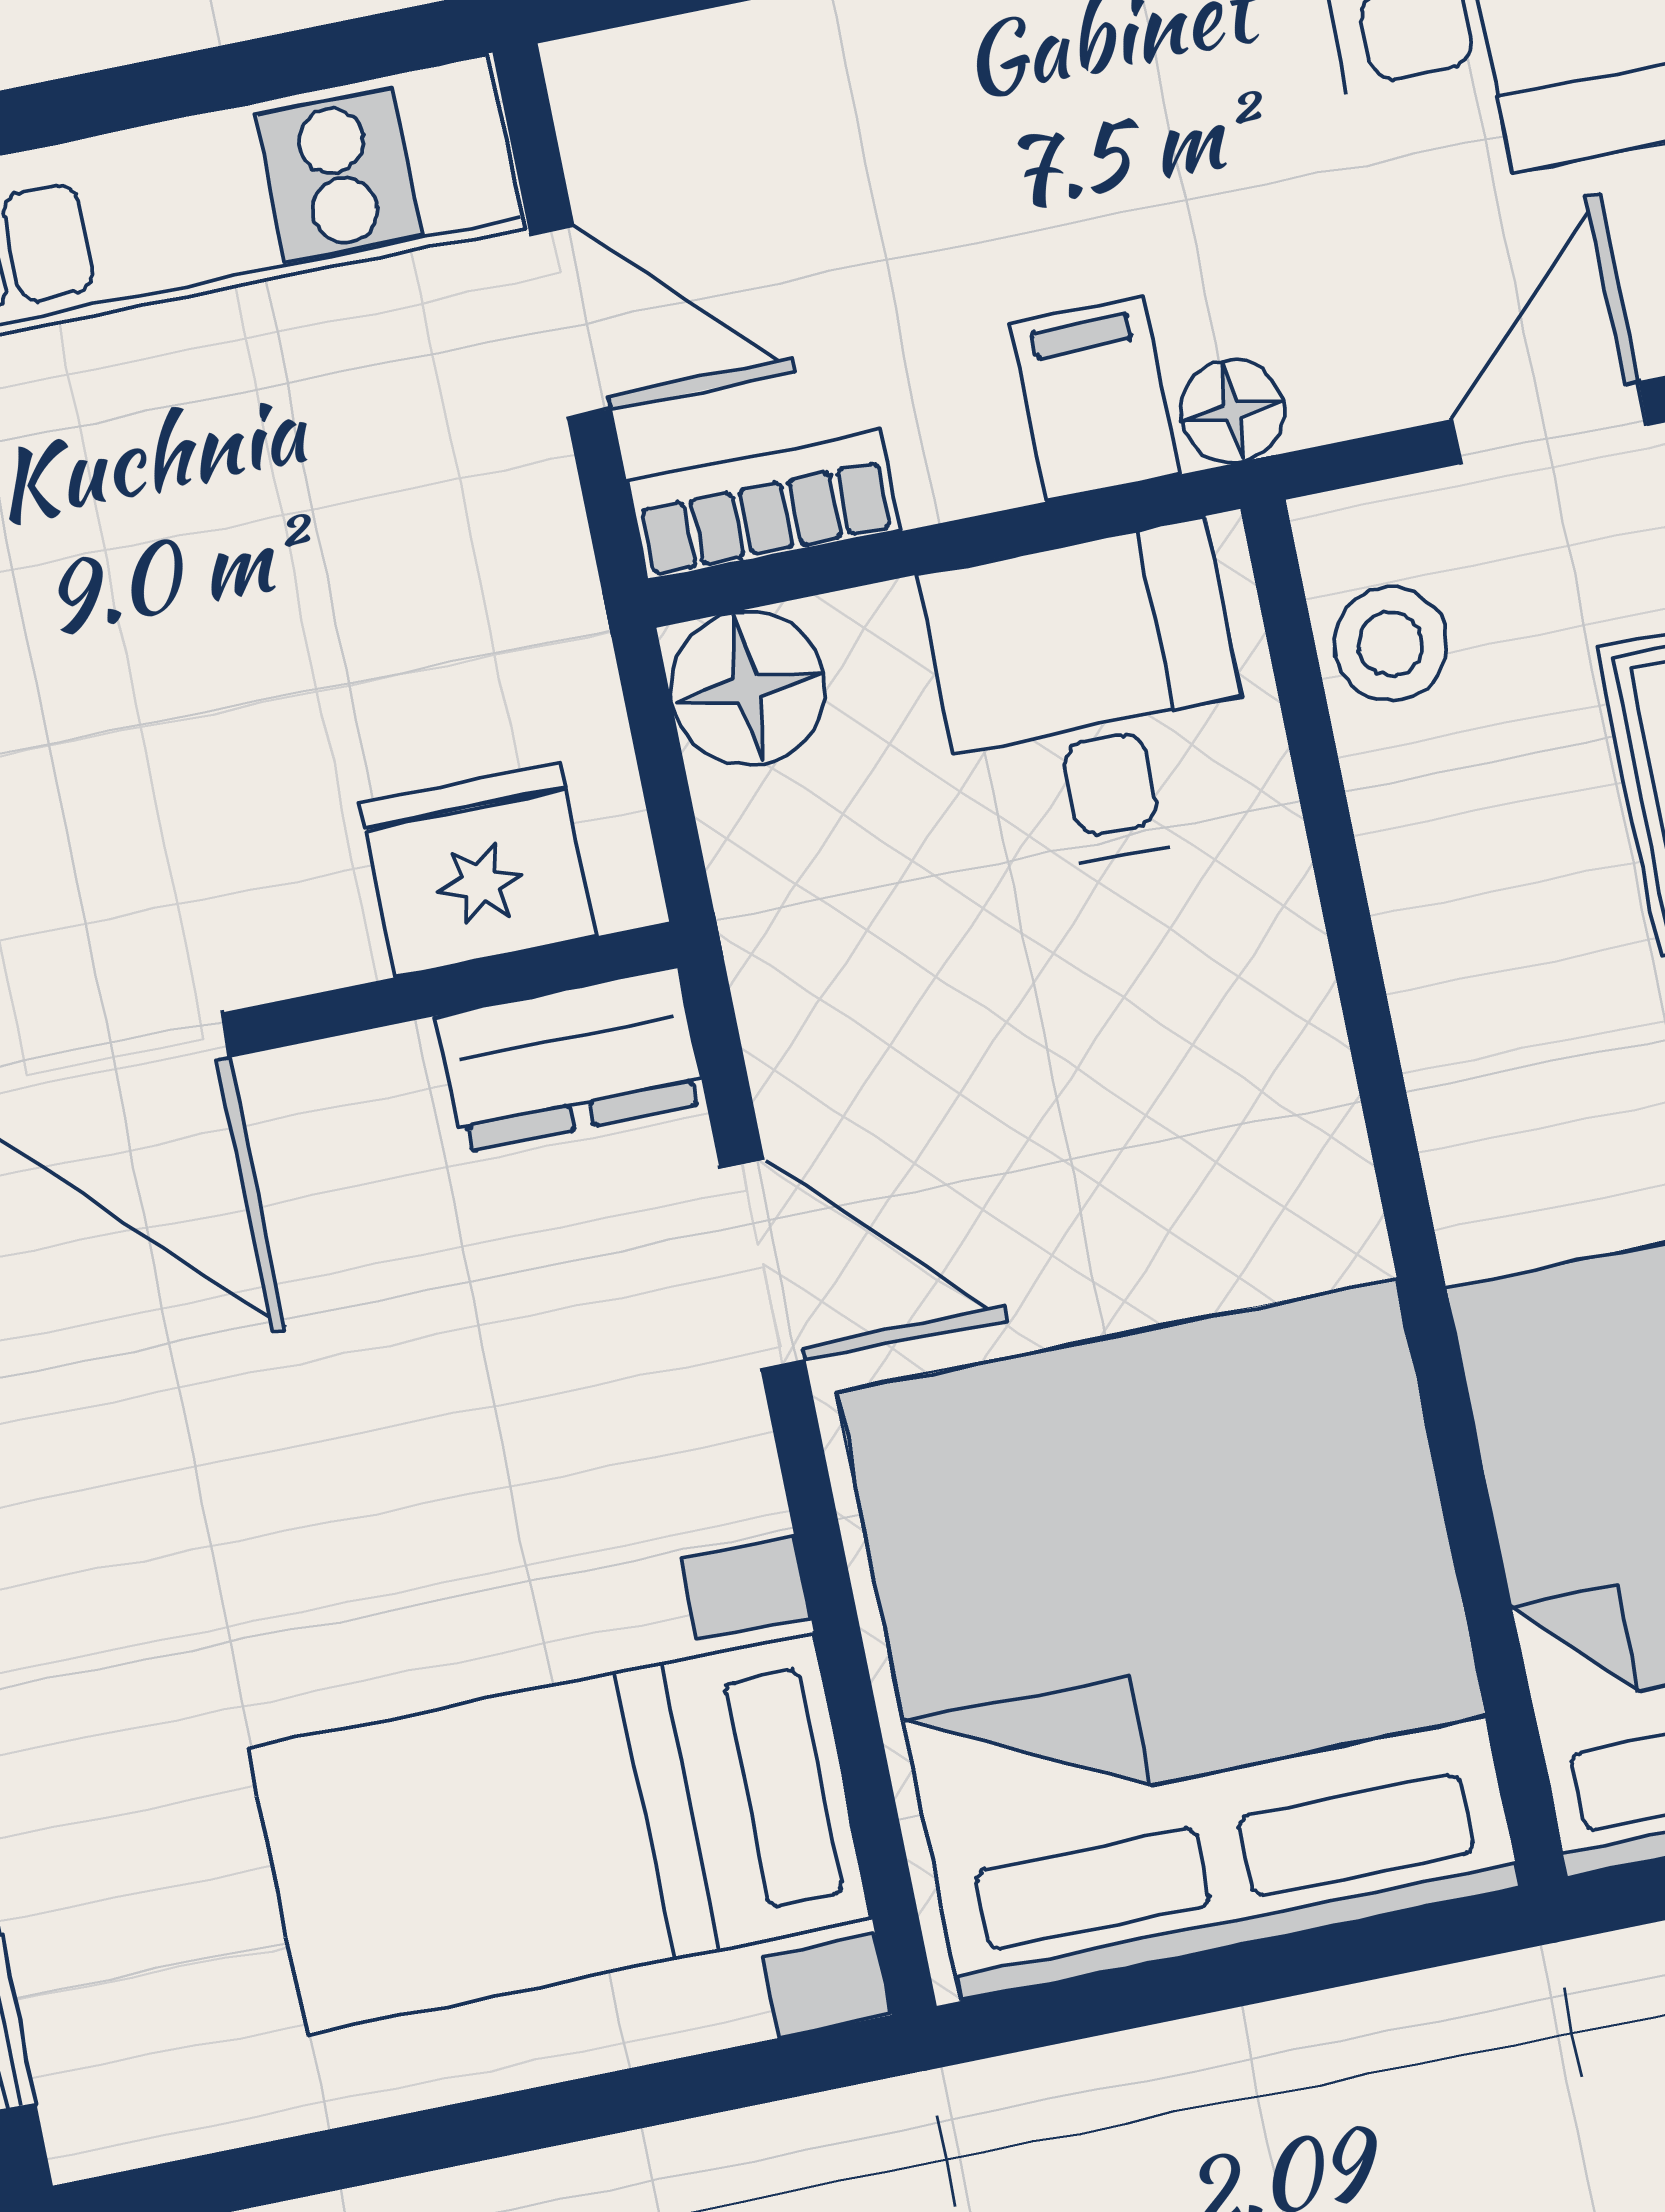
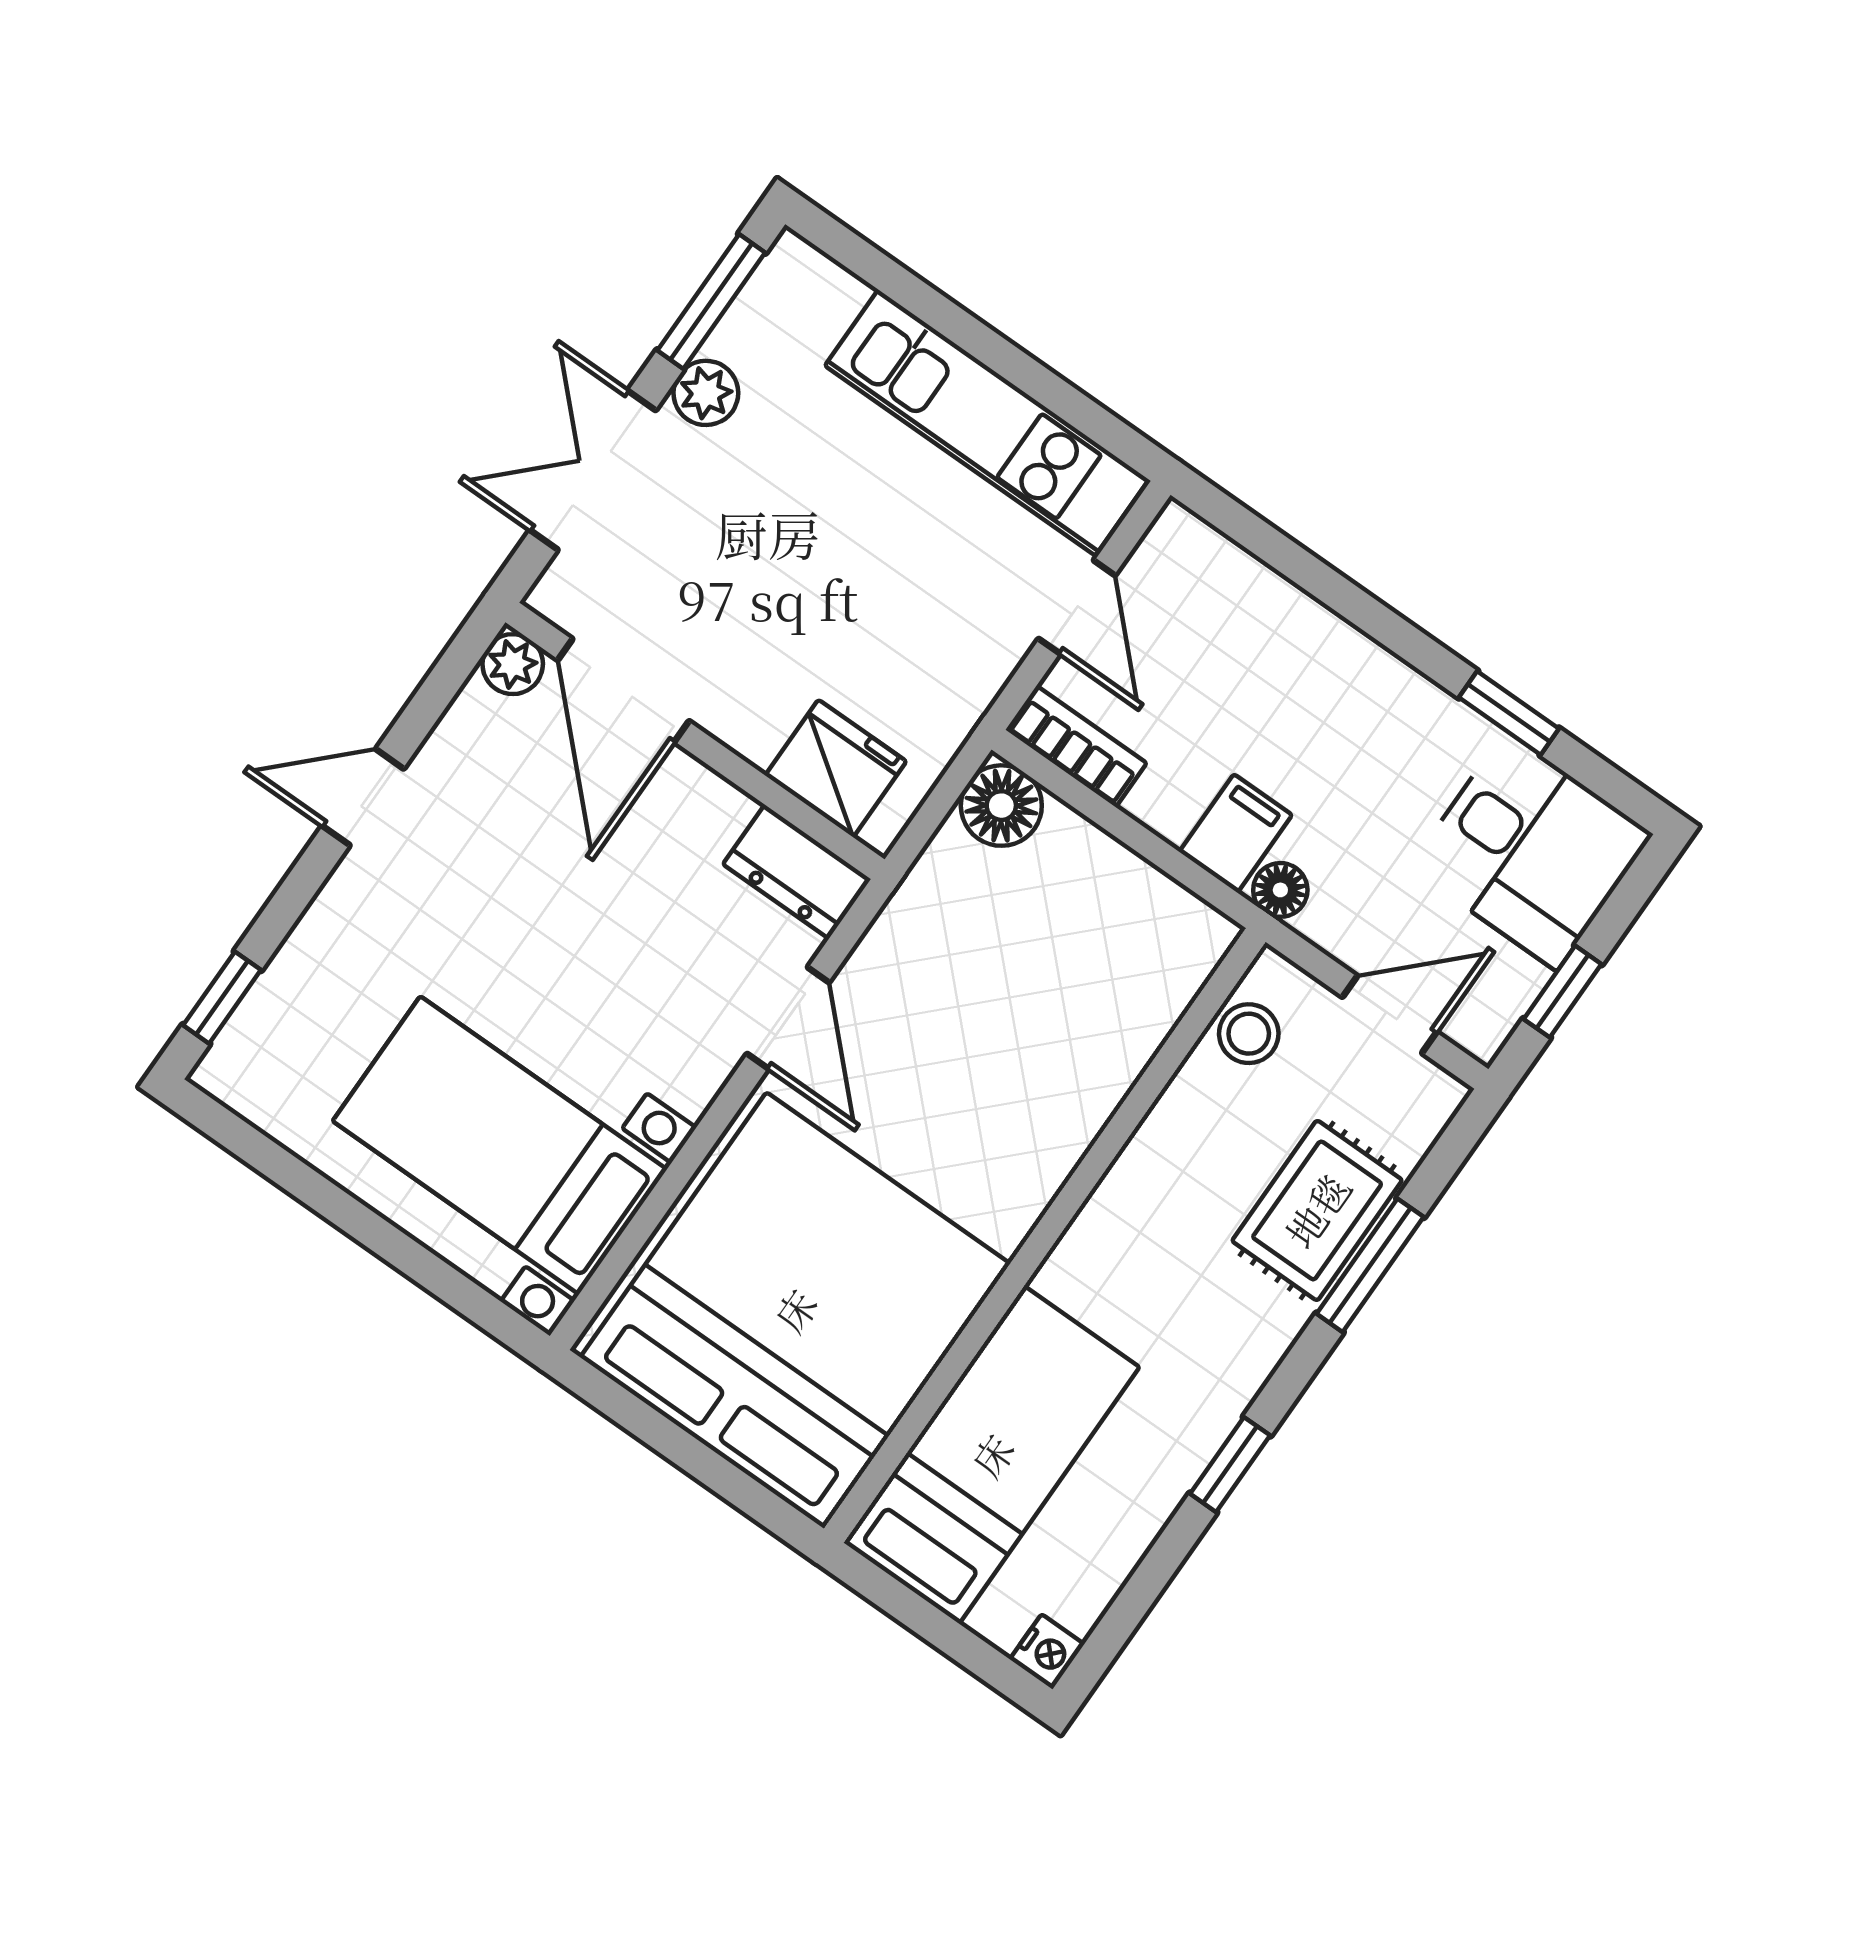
desk: (1093, 700) -> (1121, 941), removed

